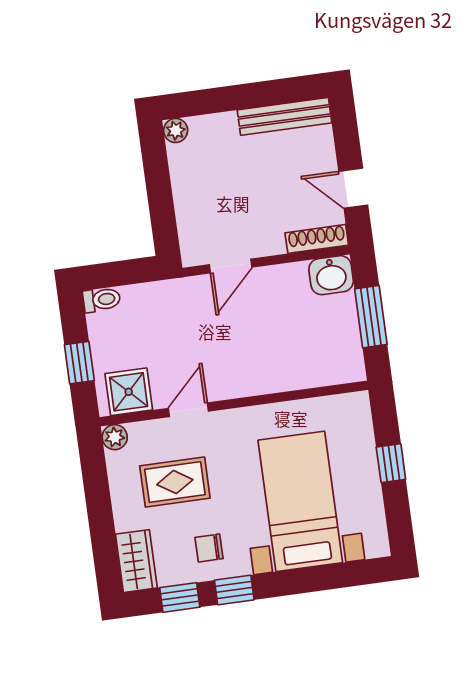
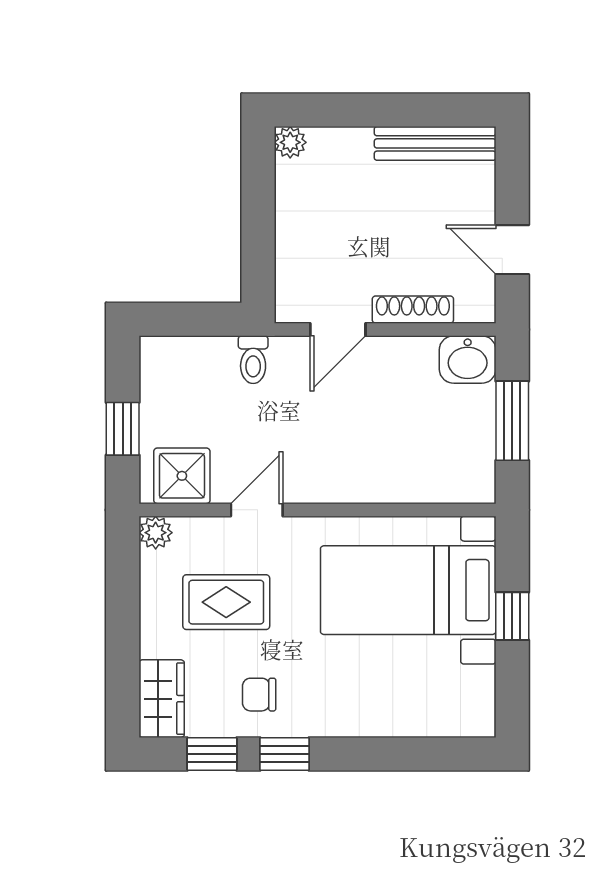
shoe rack: (317, 239) -> (413, 310), moved
toilet: (102, 300) -> (253, 360), moved, turned 90
bed with nightstands: (300, 501) -> (408, 590), moved, turned -90

